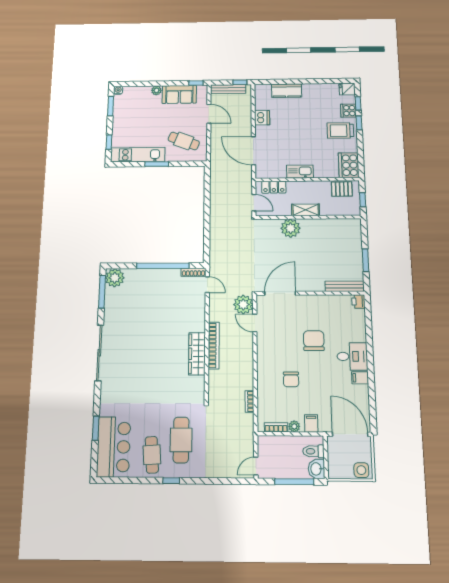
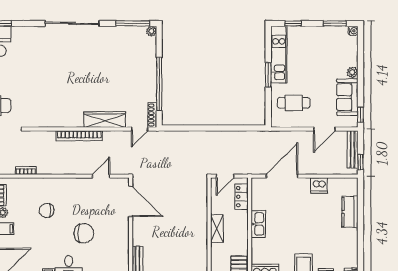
cafe table: (184, 141) -> (294, 103), turned 69
plant: (291, 228) -> (198, 213), removed
plant: (115, 278) -> (151, 31), width x0.53, depth x0.53
plant: (243, 304) -> (120, 165), removed
wardrobe: (197, 354) -> (105, 120), moved

